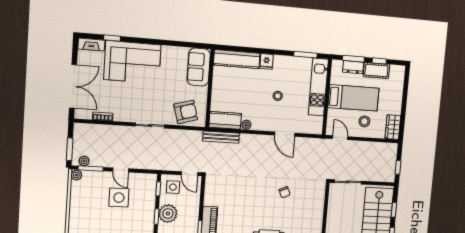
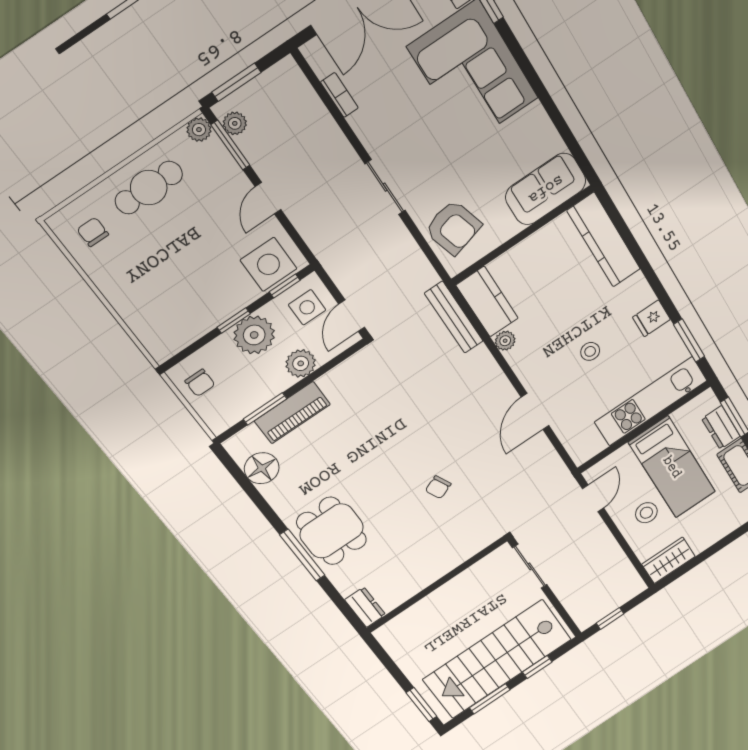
fridge: (267, 61) -> (651, 318), moved
side table: (119, 198) -> (268, 264), moved
plant: (193, 205) -> (301, 363), added
cafe table: (83, 208) -> (149, 188), added

